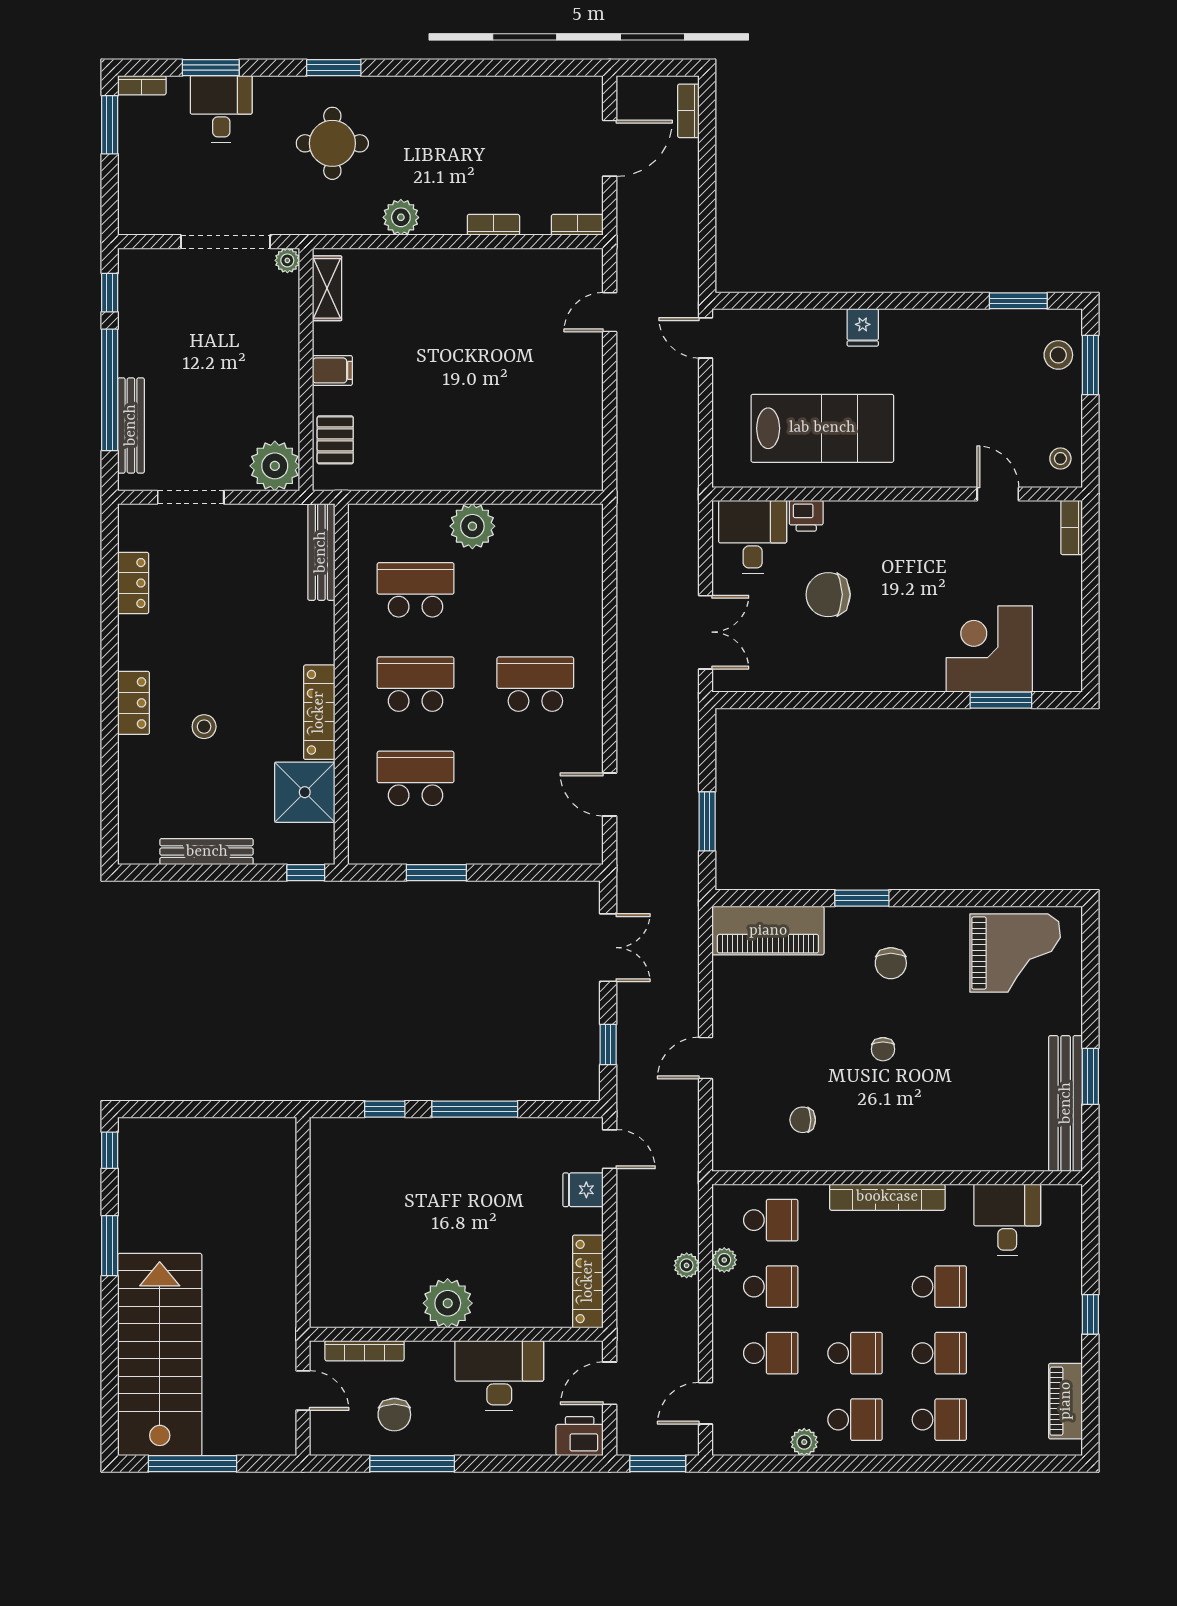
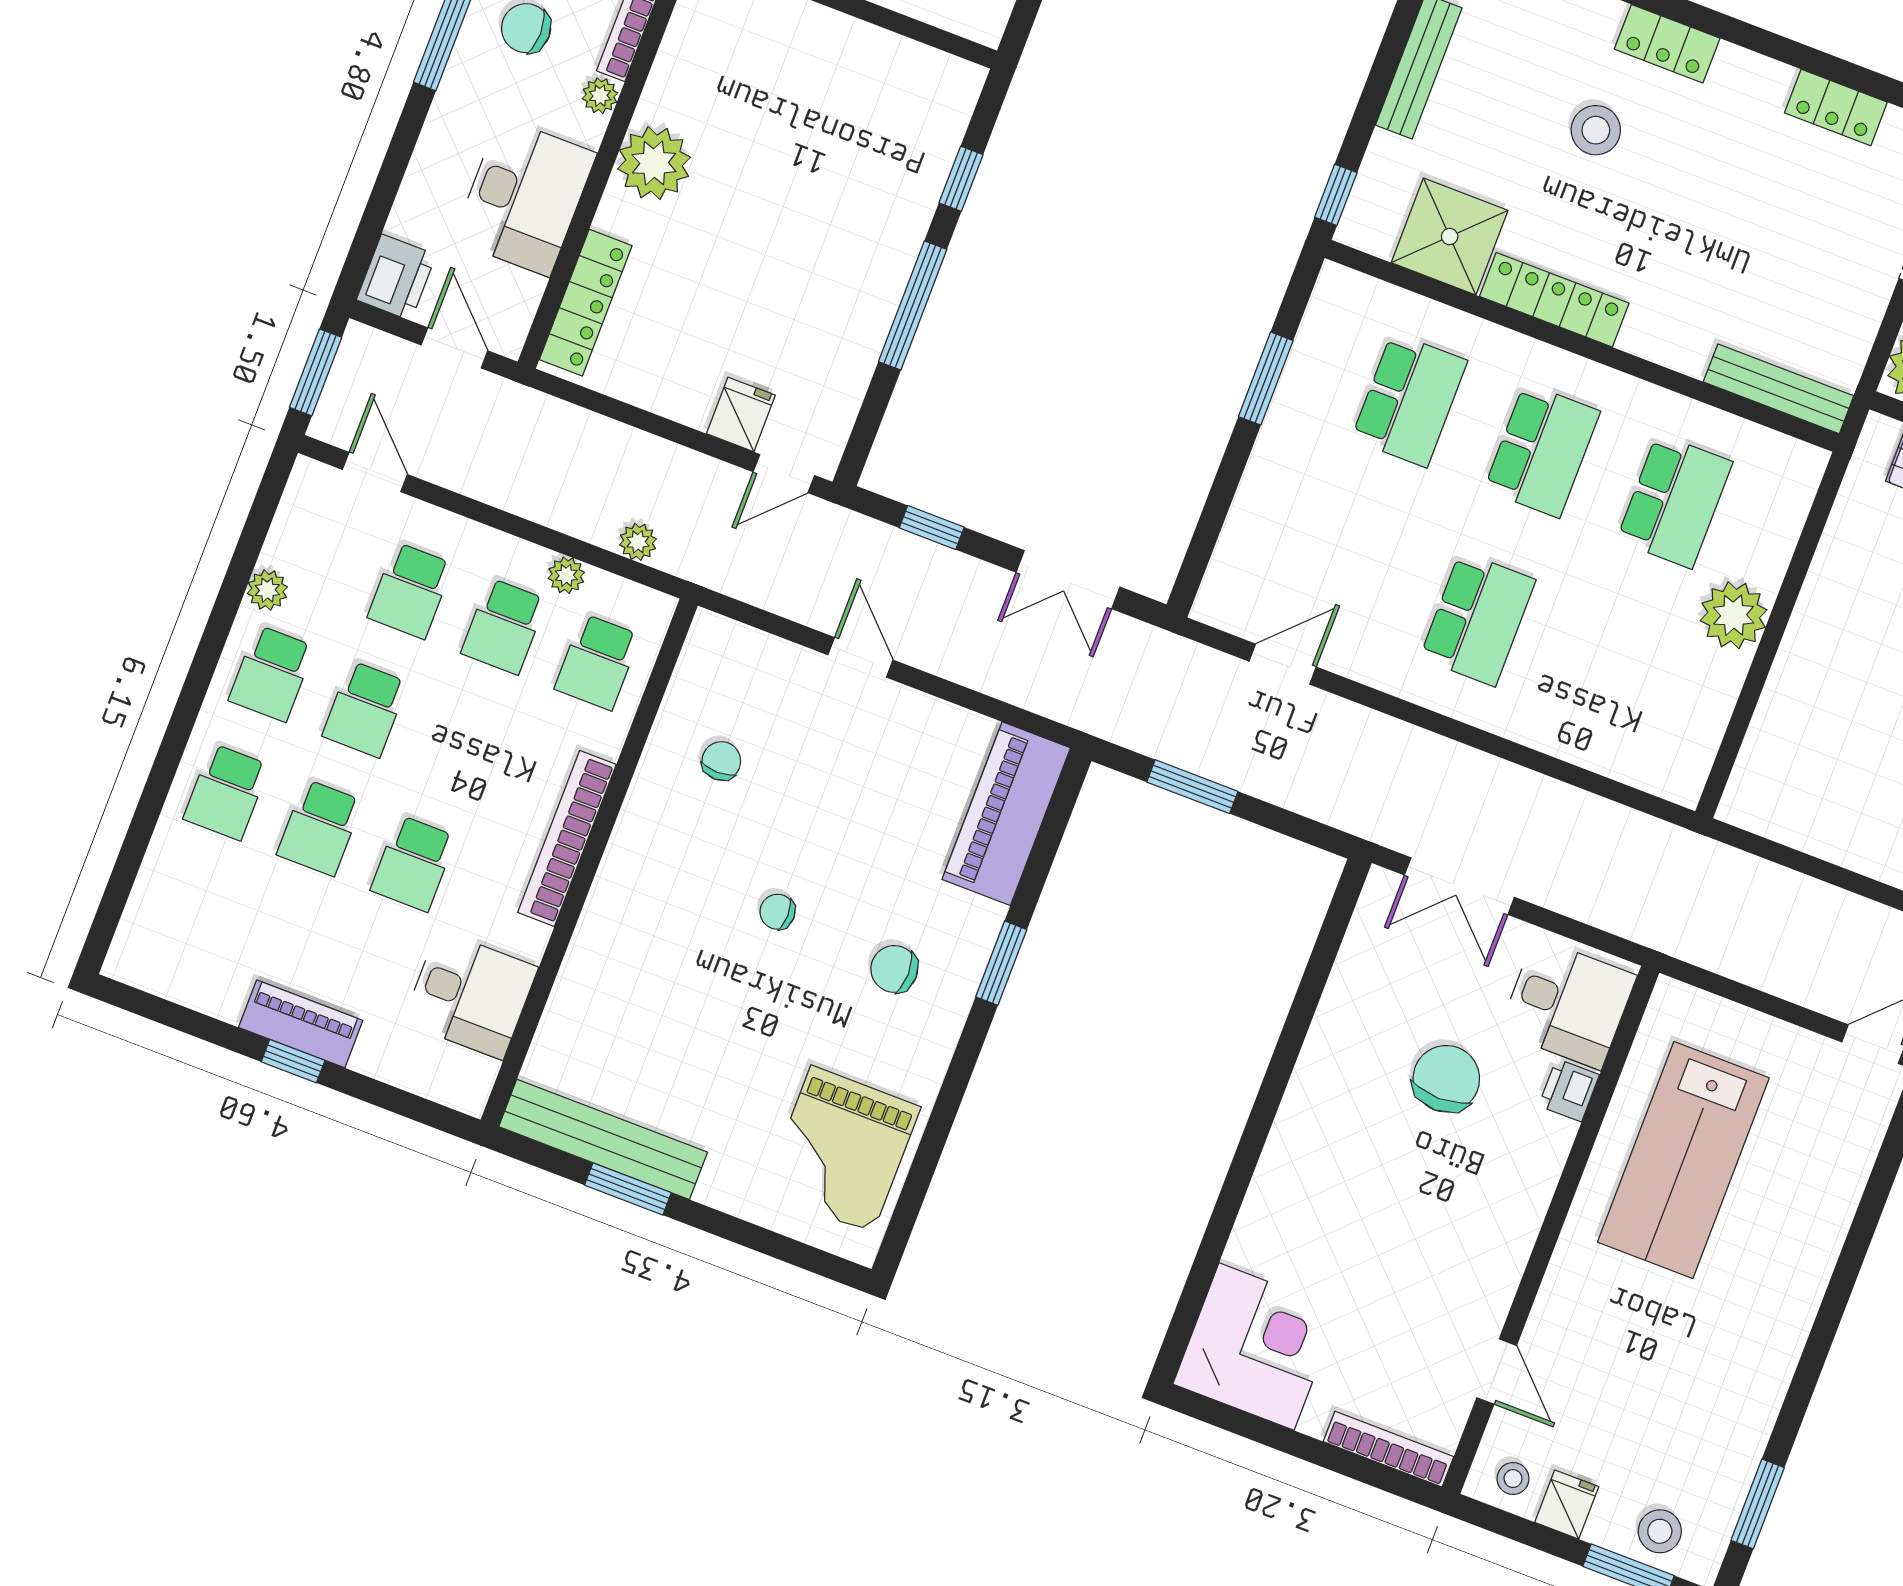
fridge: (863, 327) -> (1567, 1504), moved, turned 90
door: (998, 494) -> (1497, 1372), hinge flipped
bookcase: (1072, 528) -> (1389, 1449), width x1.56
corner desk: (989, 649) -> (1256, 1347), moved
window: (1001, 700) -> (1205, 1265), removed
stool: (204, 727) -> (1596, 130), width x1.37, depth x1.37
plant: (687, 1265) -> (638, 542), moved
locker: (588, 1281) -> (586, 303), moved, turned 90
plant: (419, 1353) -> (600, 96), added
piano: (1066, 1401) -> (301, 1024), moved

